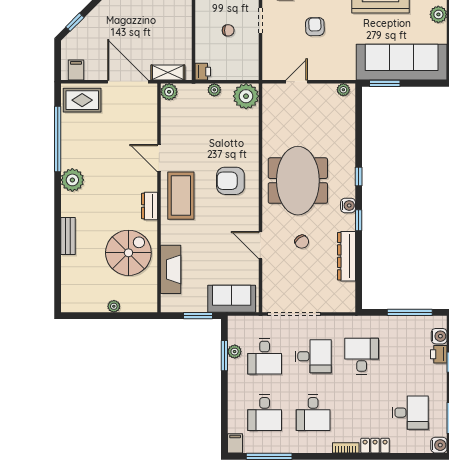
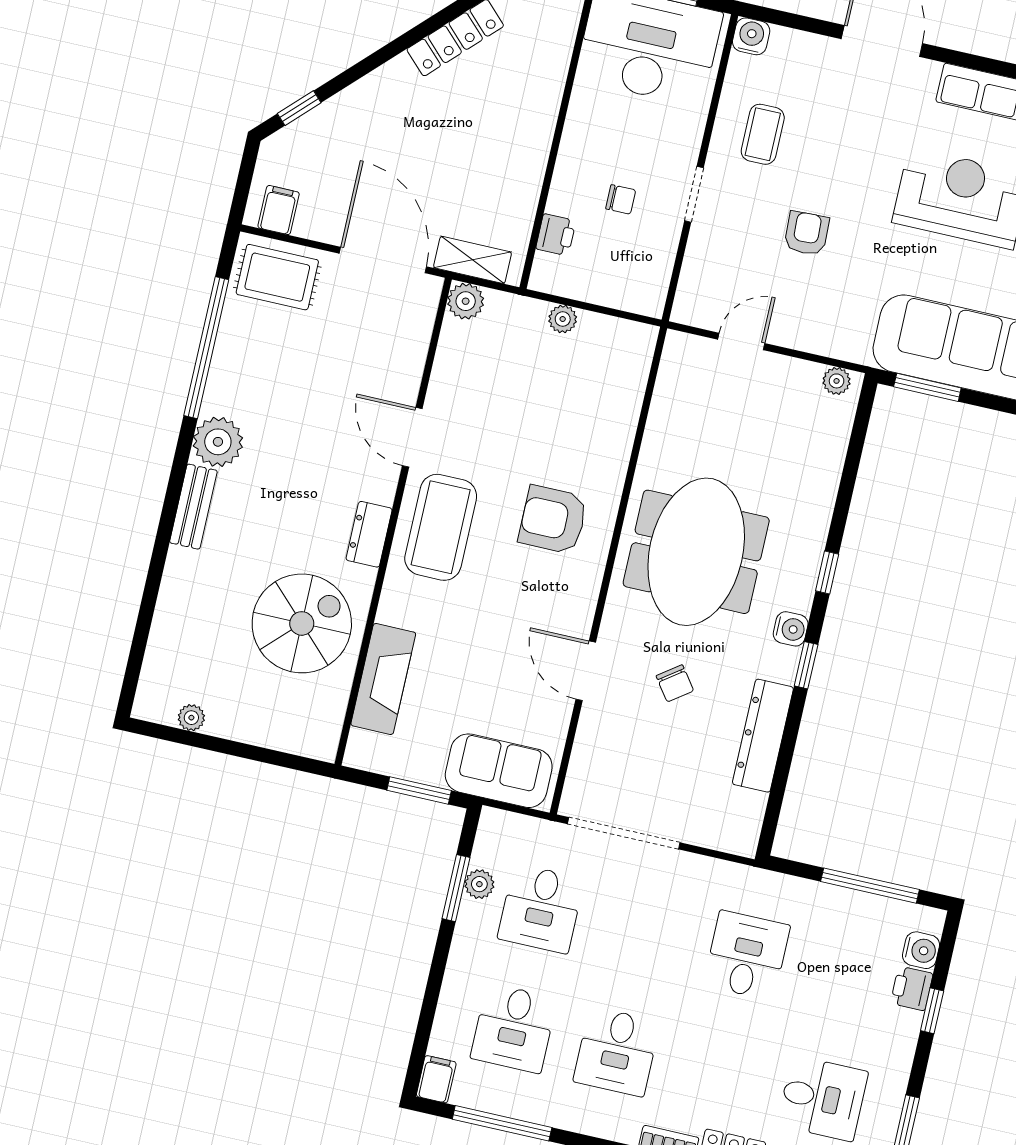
printer: (203, 72) -> (556, 235), moved
plant: (246, 96) -> (627, 348), removed
bench: (68, 236) -> (193, 507), moved
plant: (114, 306) -> (191, 718), moved
desk: (313, 356) -> (644, 932), removed

